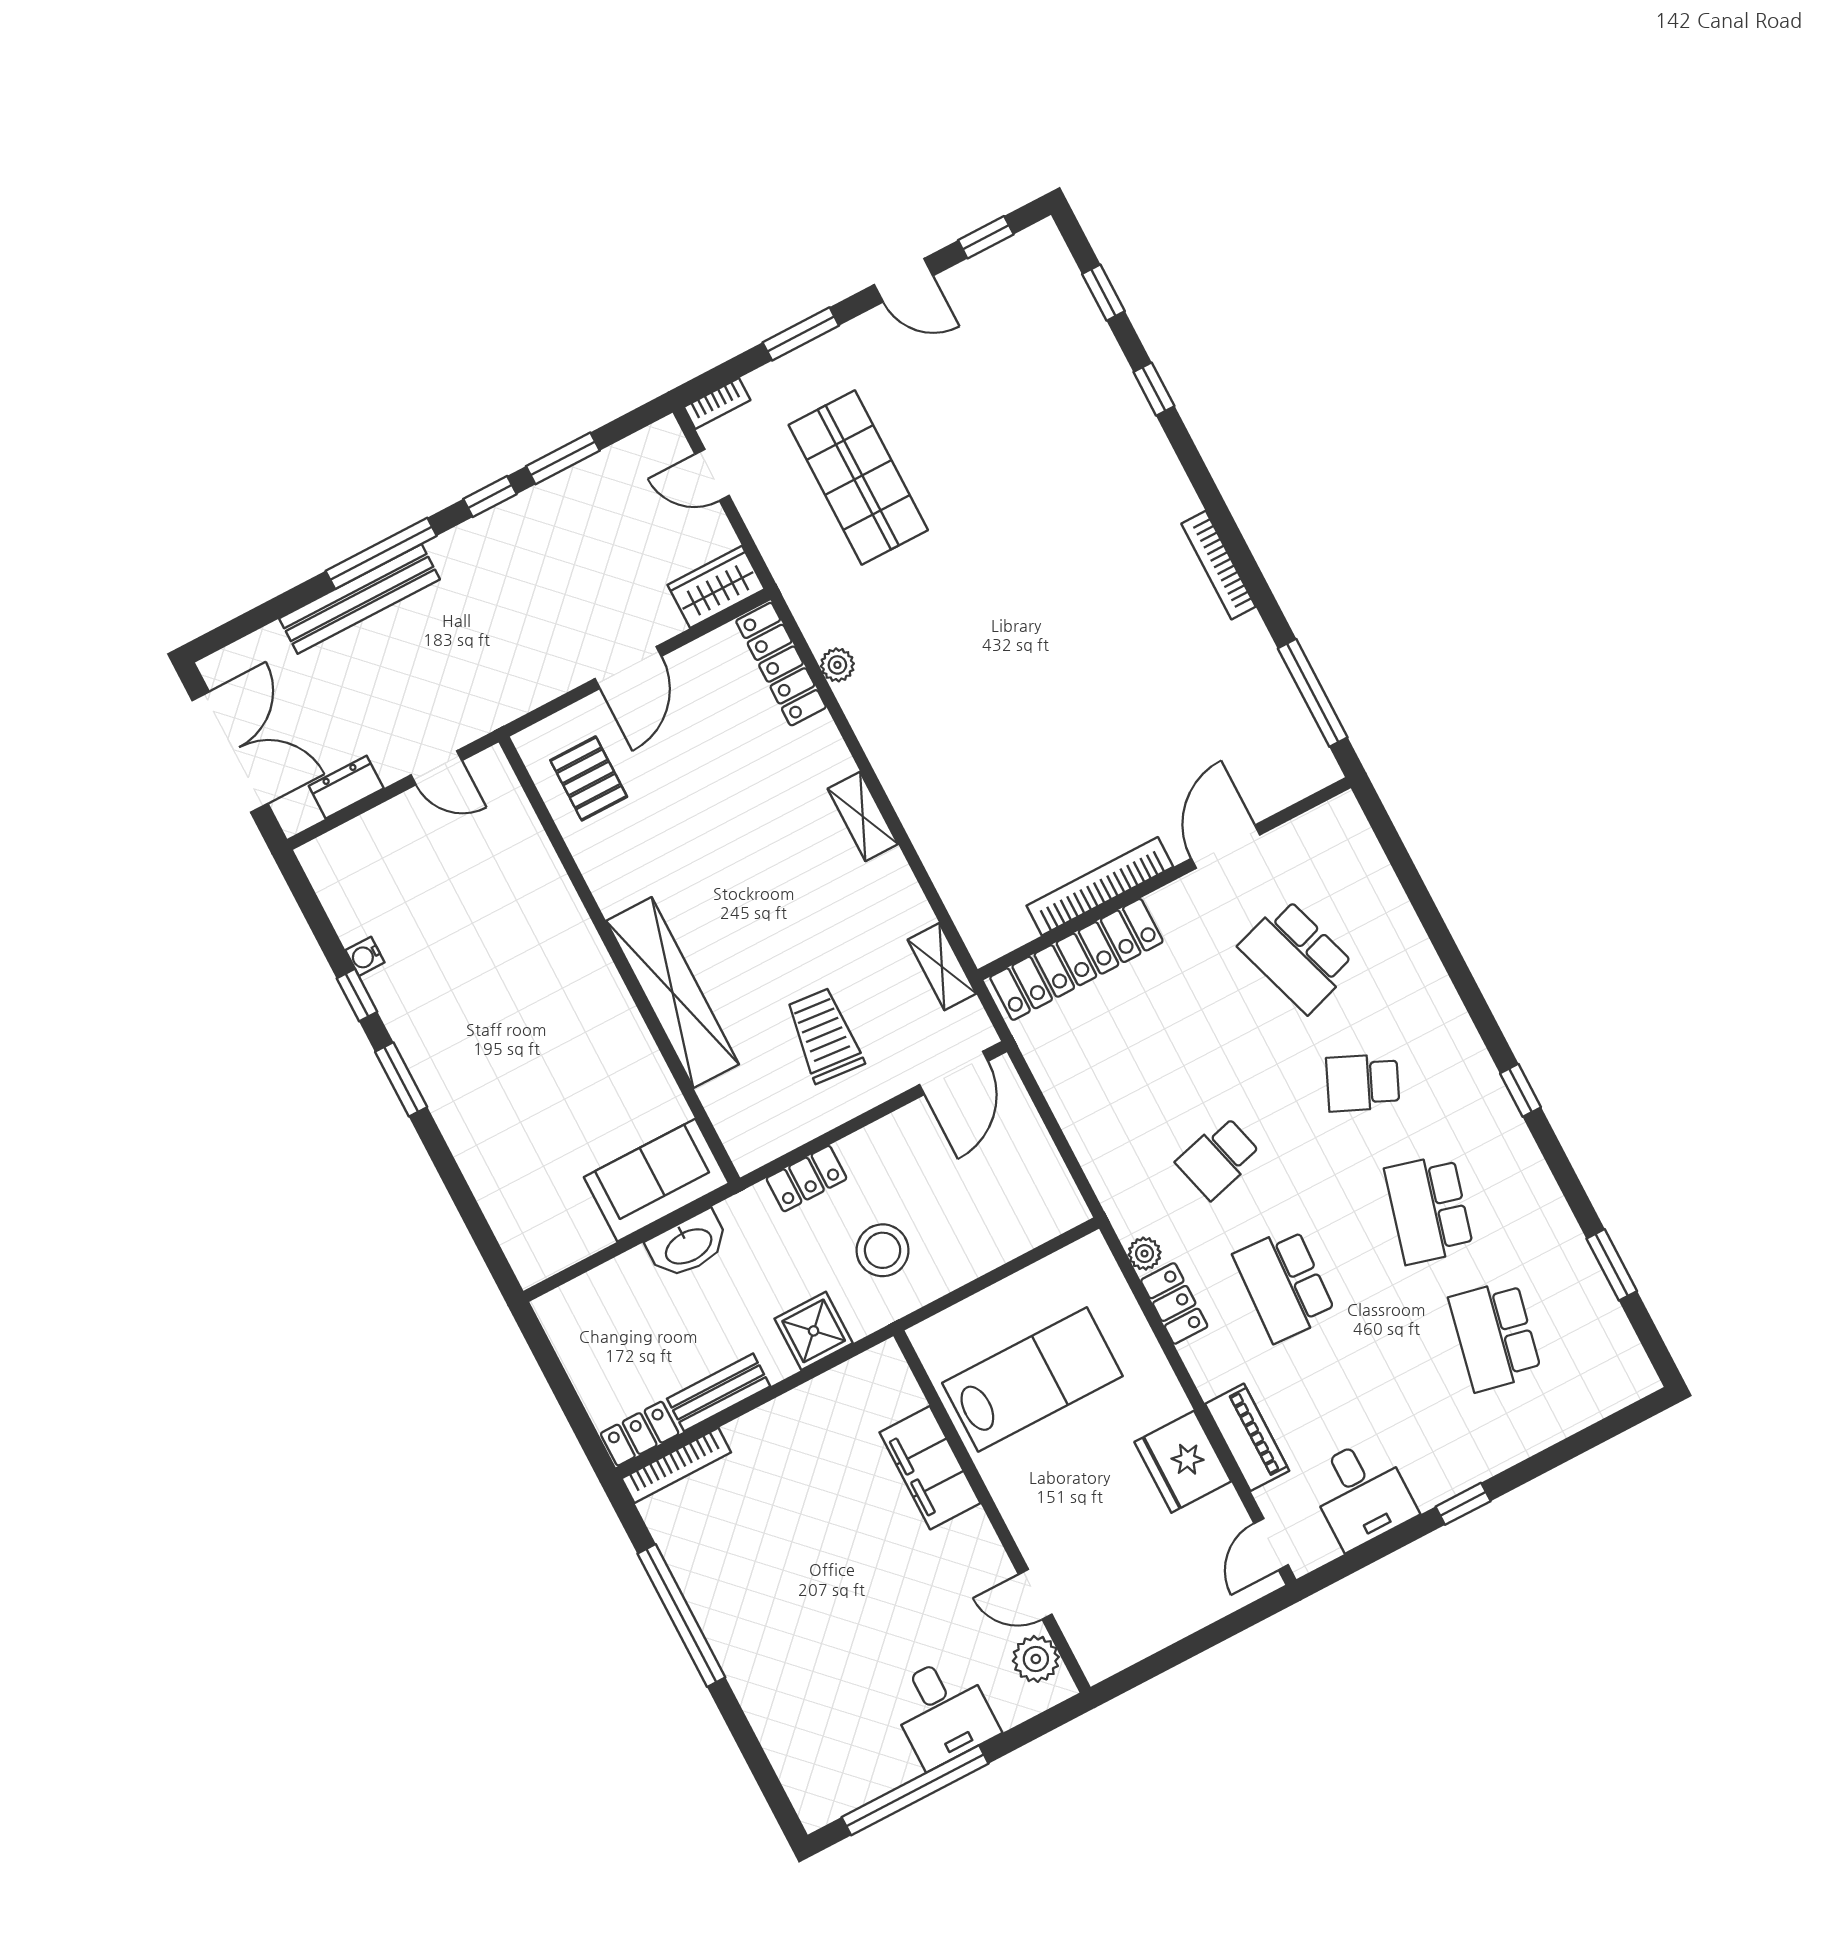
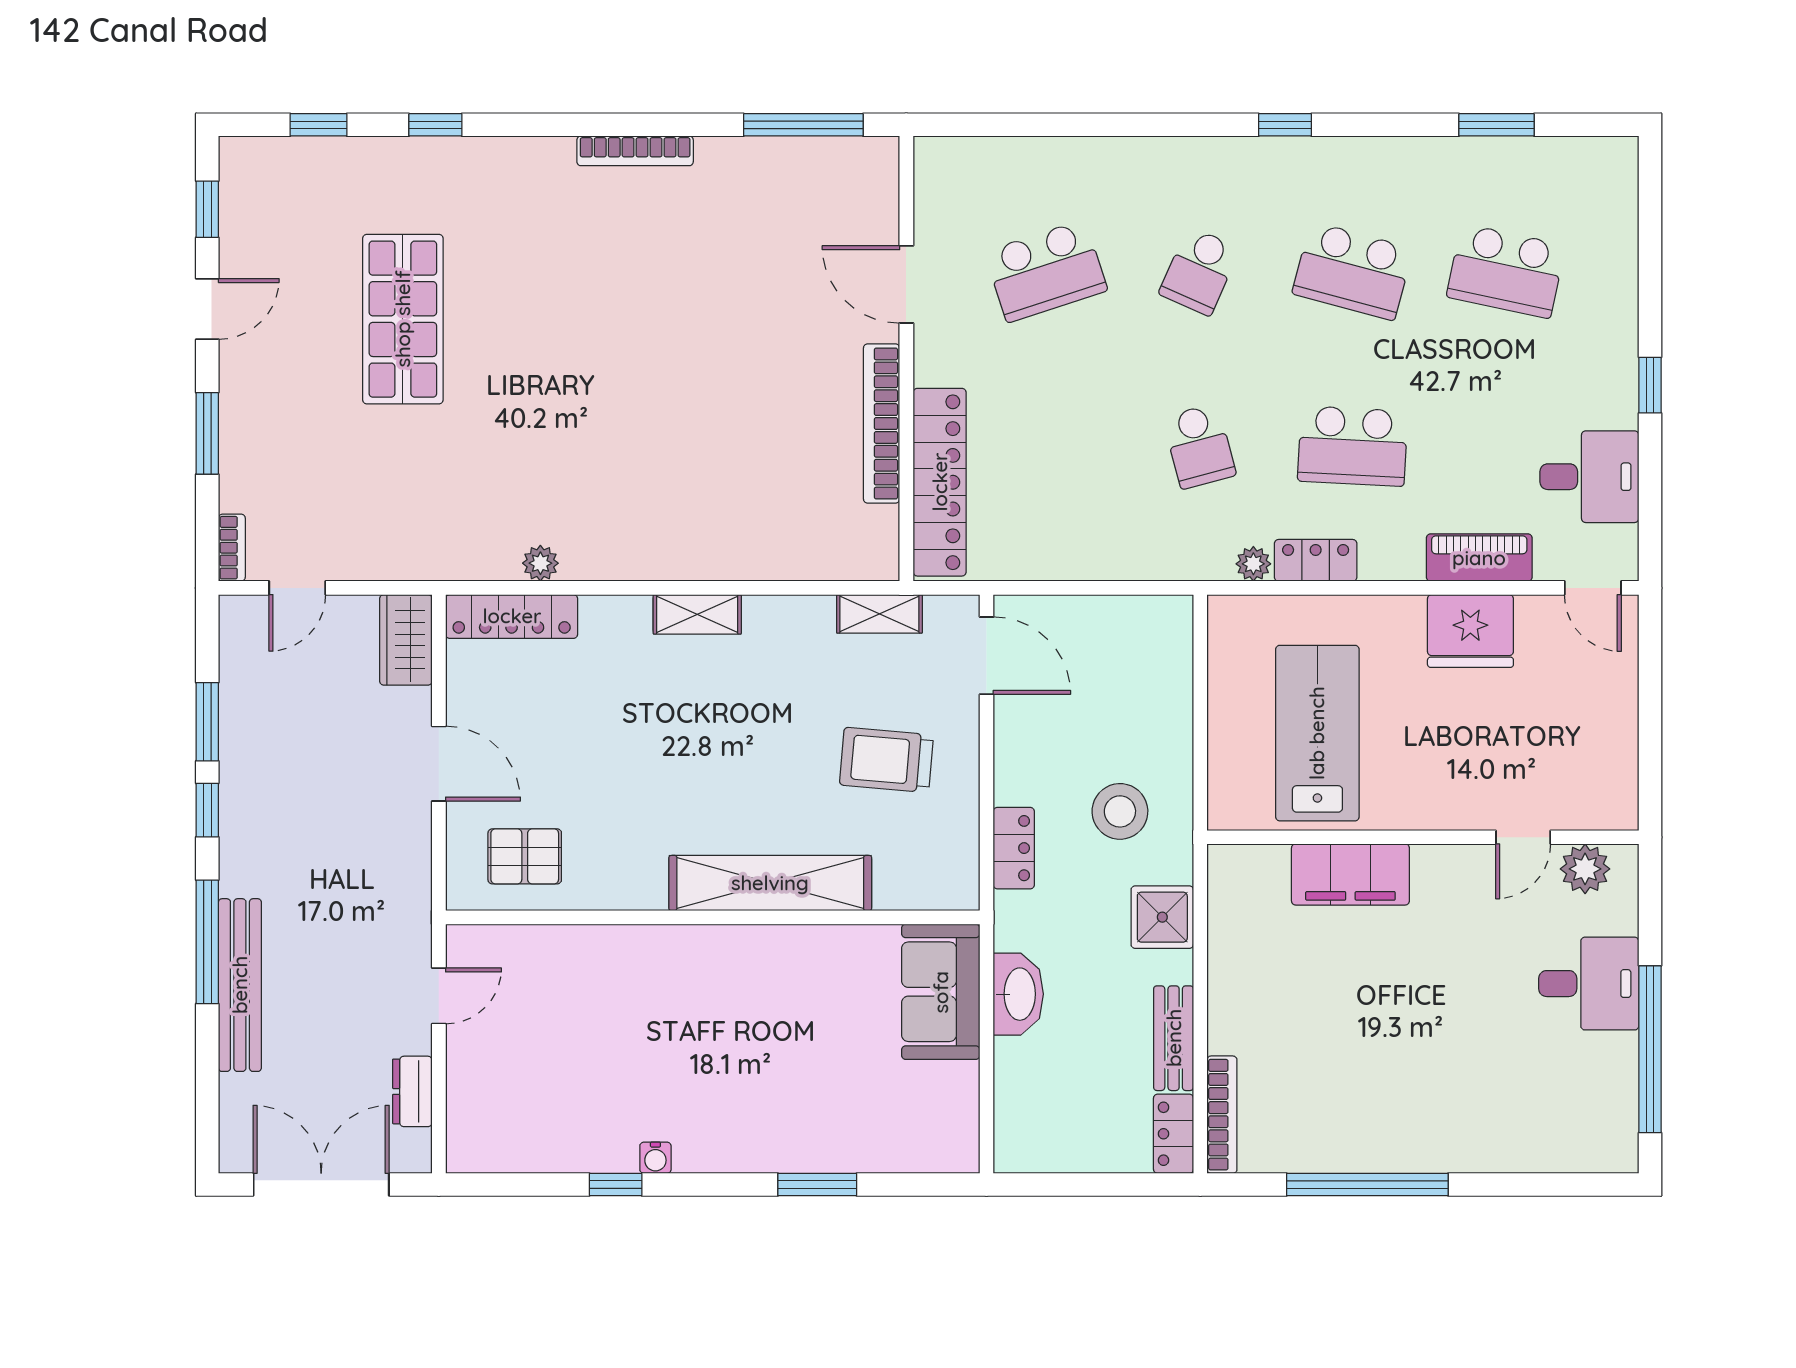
shop shelf: (858, 477) -> (403, 319), moved, turned 90
water cooler: (365, 956) -> (655, 1158), moved
window: (401, 1079) -> (817, 1185), moved

